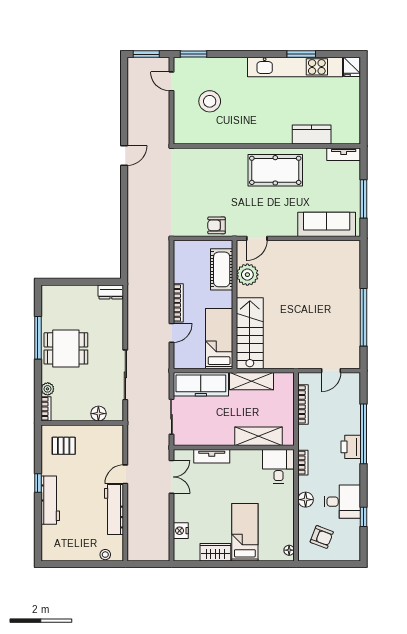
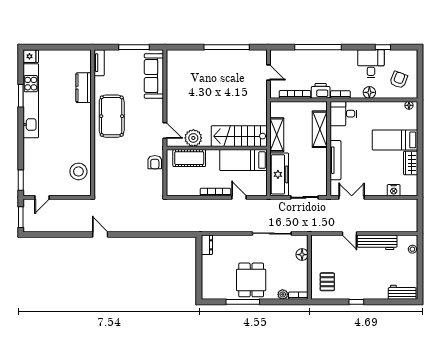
stool: (210, 101) -> (78, 171), moved
printer: (351, 447) -> (321, 91), moved, turned 180
tv unit: (212, 456) -> (335, 160), width x1.41
workbench: (50, 500) -> (402, 292), moved, width x0.73

